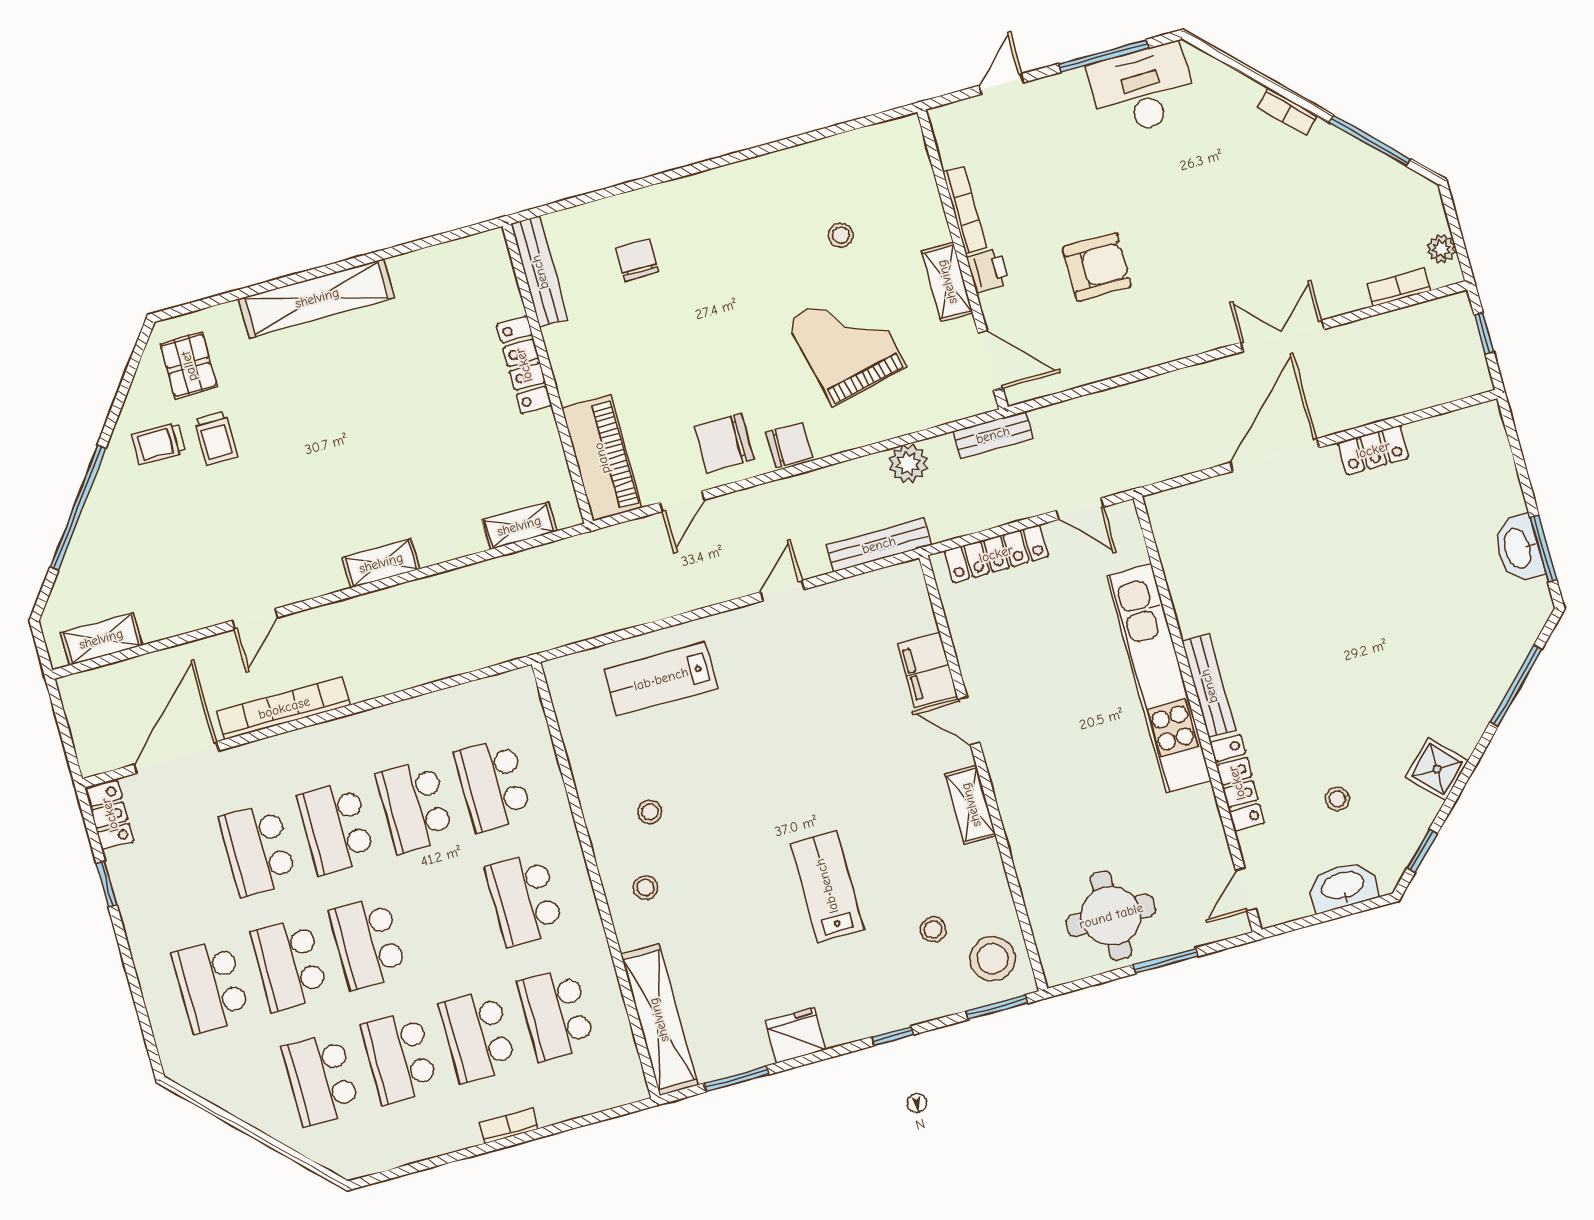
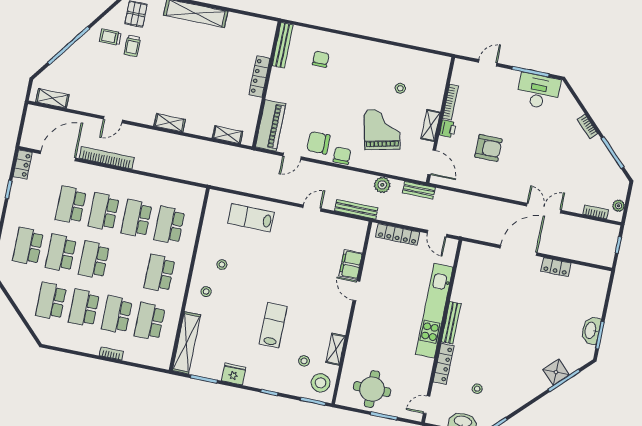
chair: (789, 445) -> (342, 156), turned -90
shower: (1437, 769) -> (556, 372), moved
shelving: (971, 805) -> (336, 349), moved

